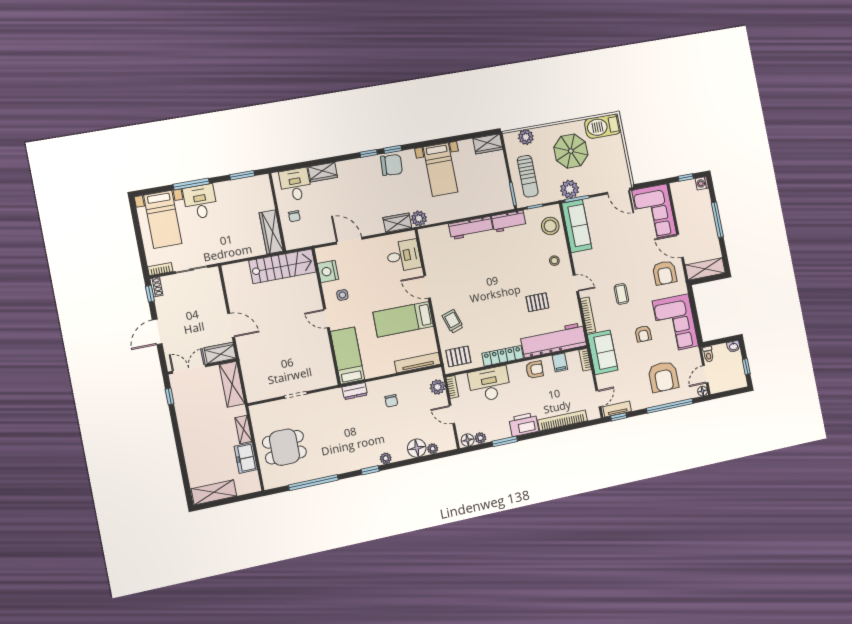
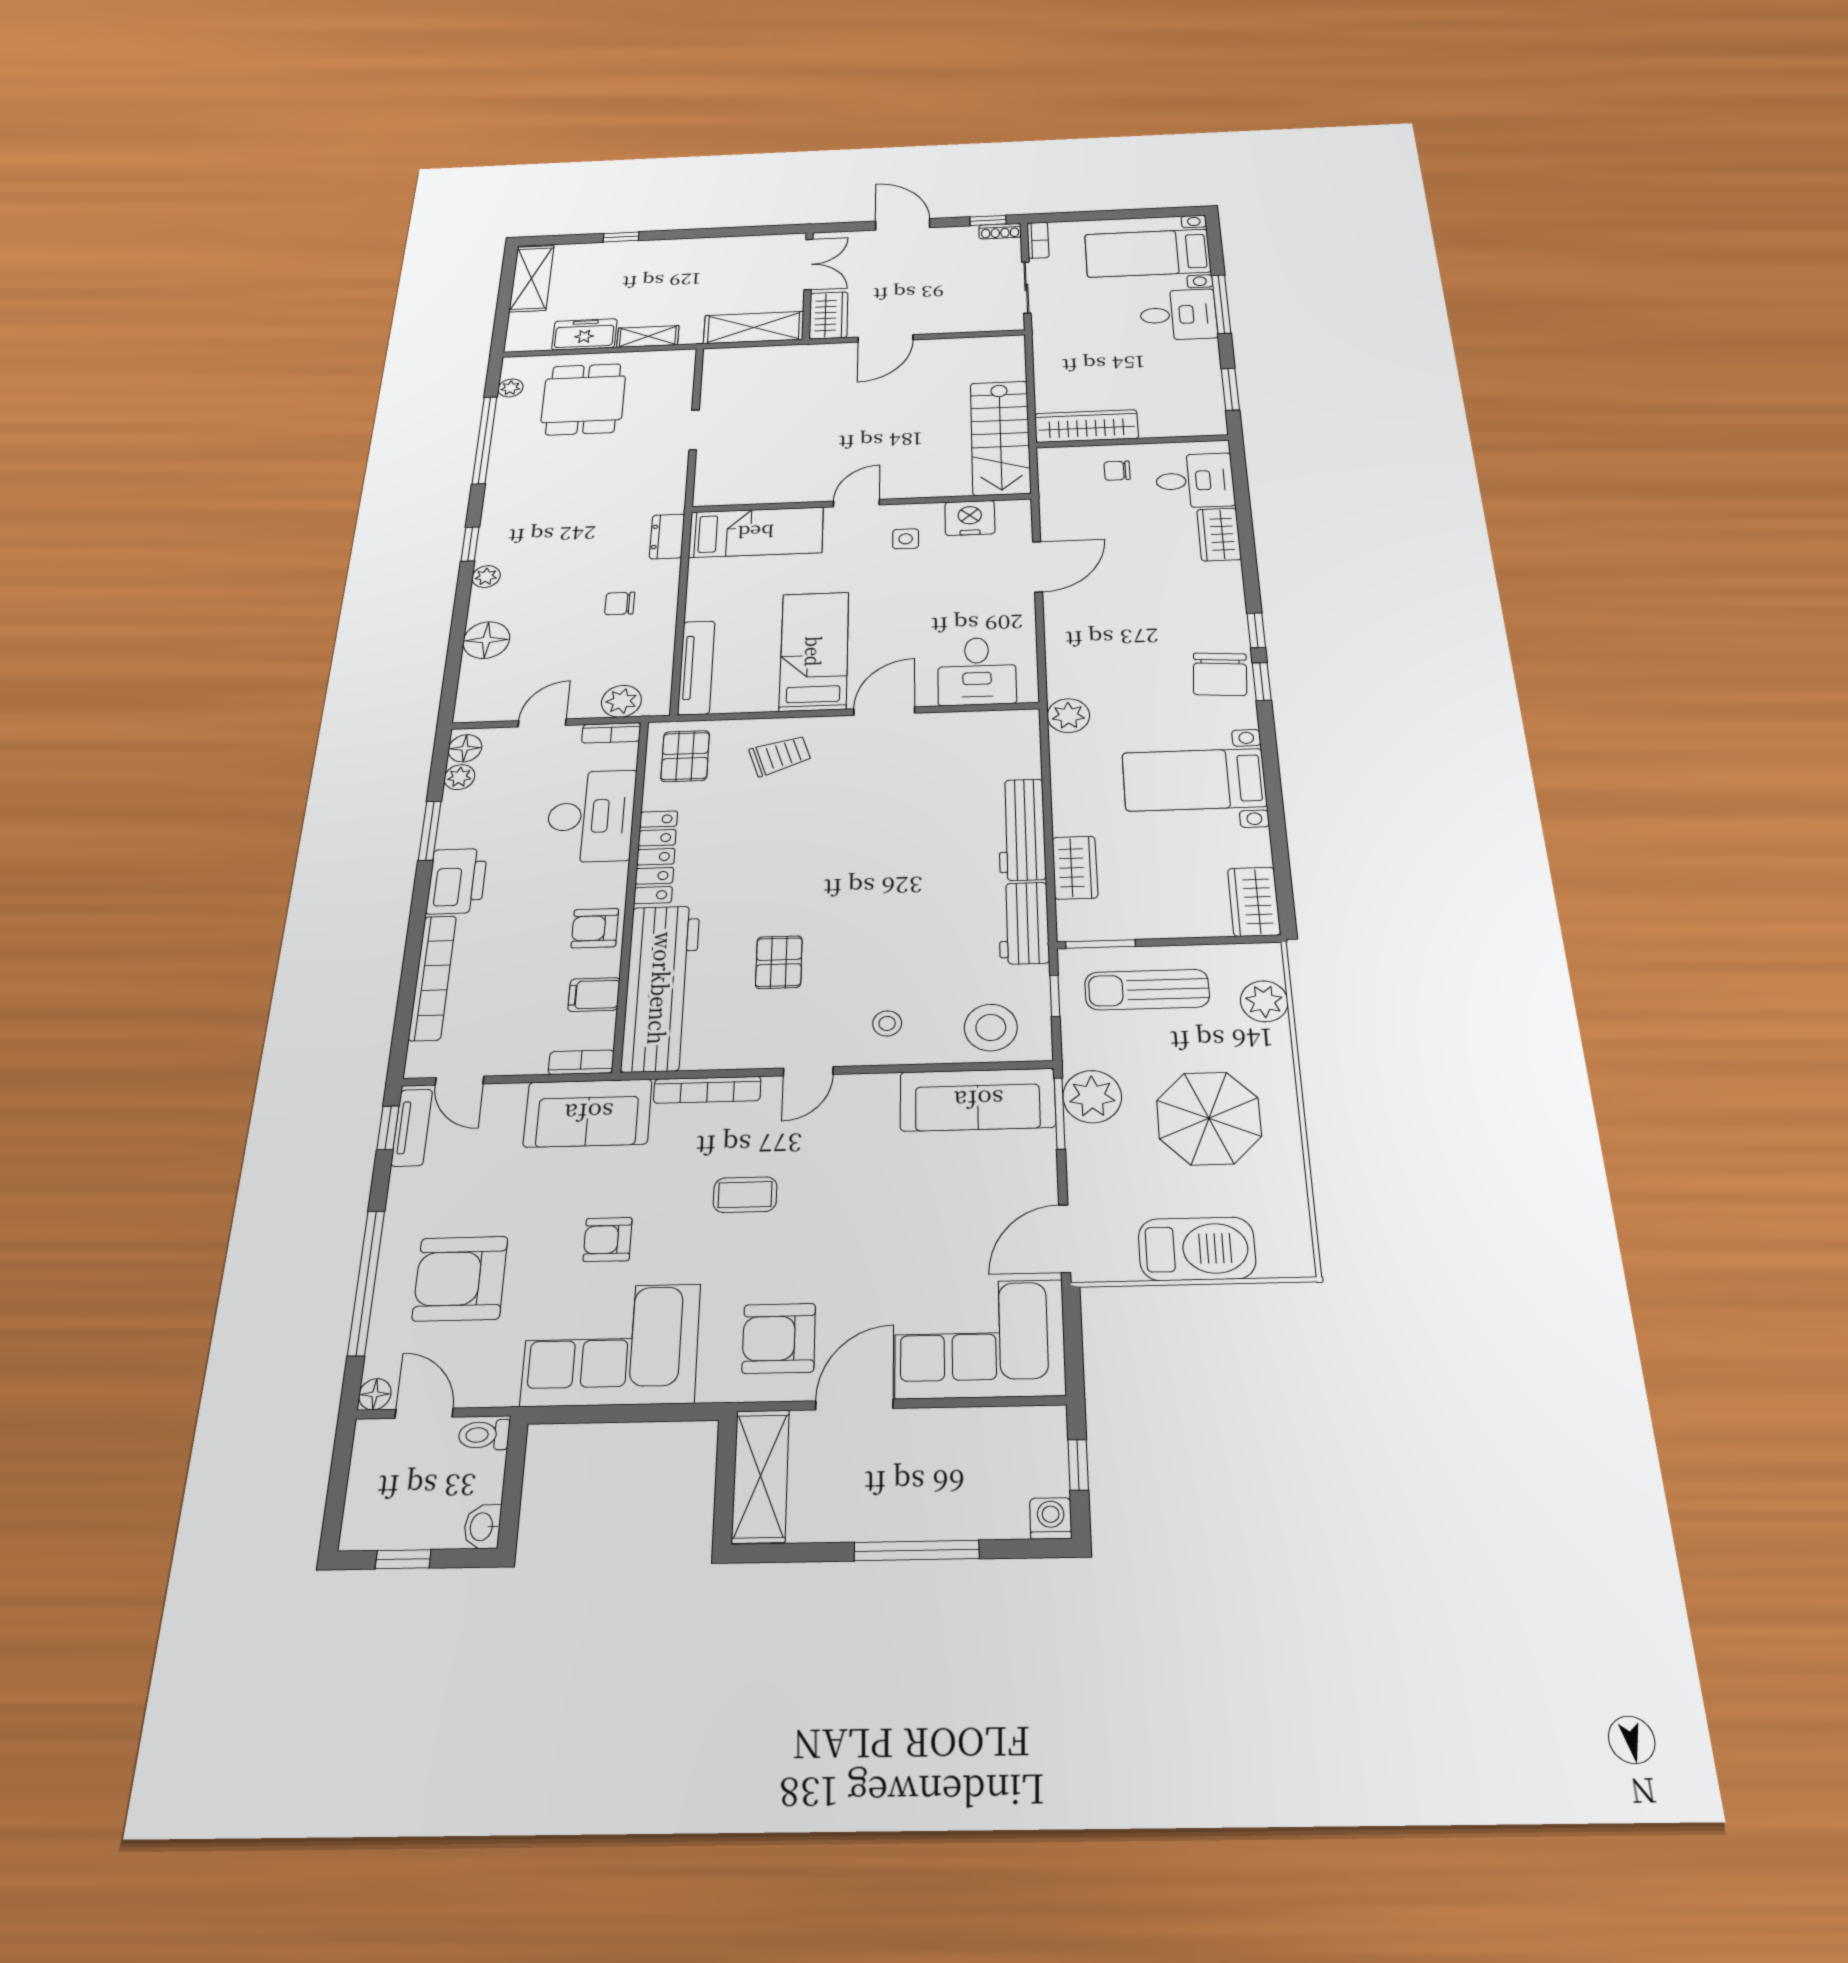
barbecue: (603, 126) -> (1197, 1249), moved, turned 90
wardrobe: (397, 223) -> (1075, 868), moved
armchair: (535, 370) -> (595, 928), turned 88
window: (170, 396) -> (621, 237), moved
plant: (433, 449) -> (510, 388), moved

